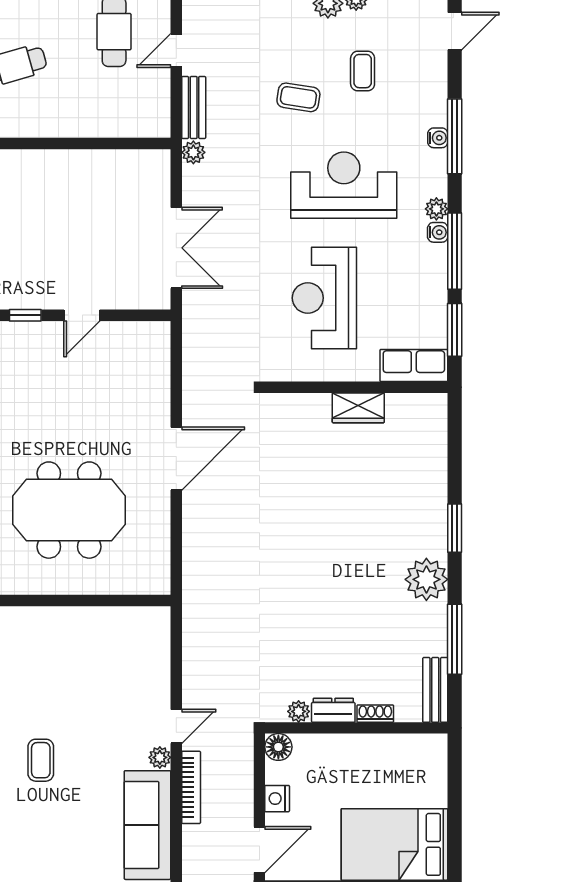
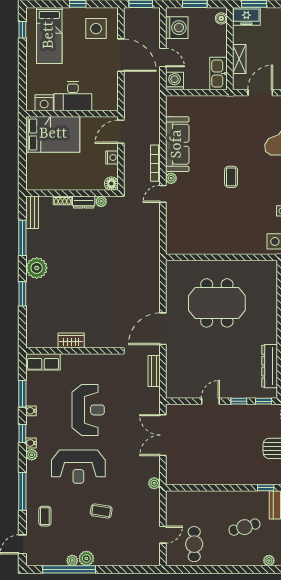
coffee table: (363, 71) -> (45, 516), moved
bench: (194, 107) -> (154, 371), moved
water cooler: (438, 138) -> (31, 411), moved
window: (455, 251) -> (22, 433), width x0.46
row of seats: (414, 366) -> (43, 362), moved
wall: (356, 387) -> (72, 351), moved
wardrobe: (358, 408) -> (71, 341), moved

